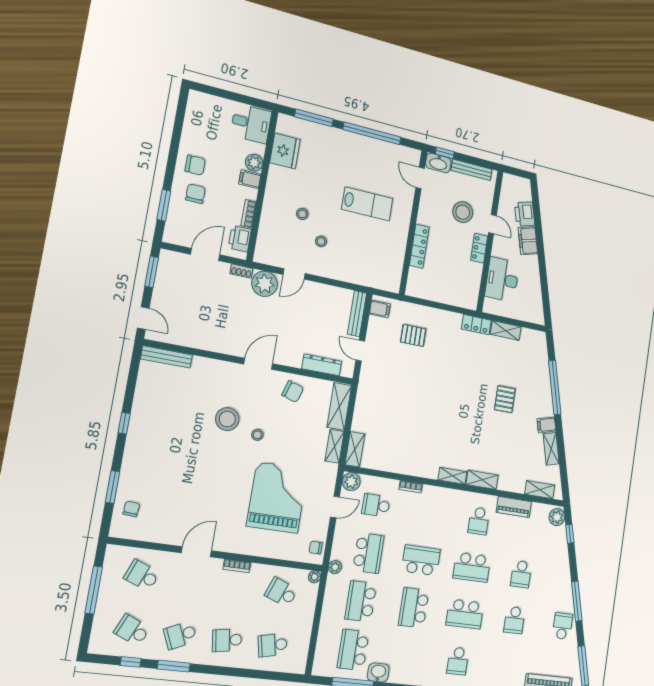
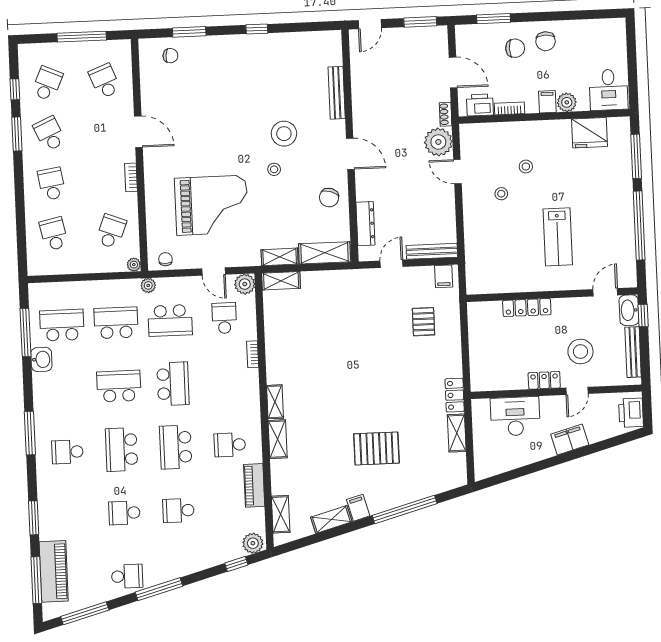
printer: (525, 214) -> (631, 413), moved, turned -75
bench: (166, 357) -> (337, 93), moved
pallet: (505, 399) -> (376, 448), width x1.50, depth x1.42
school desk: (142, 575) -> (105, 81), turned -42

